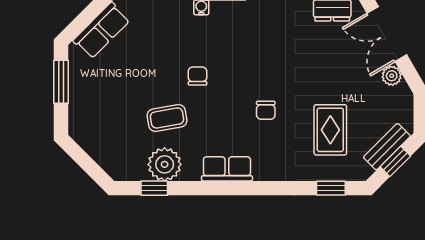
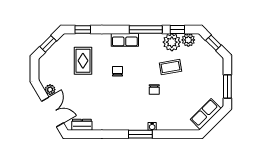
bench: (387, 147) -> (53, 52), removed
window: (87, 163) -> (213, 43), added
plant: (134, 169) -> (188, 40), added
row of seats: (227, 169) -> (125, 40), moved
window: (213, 188) -> (146, 30), added

